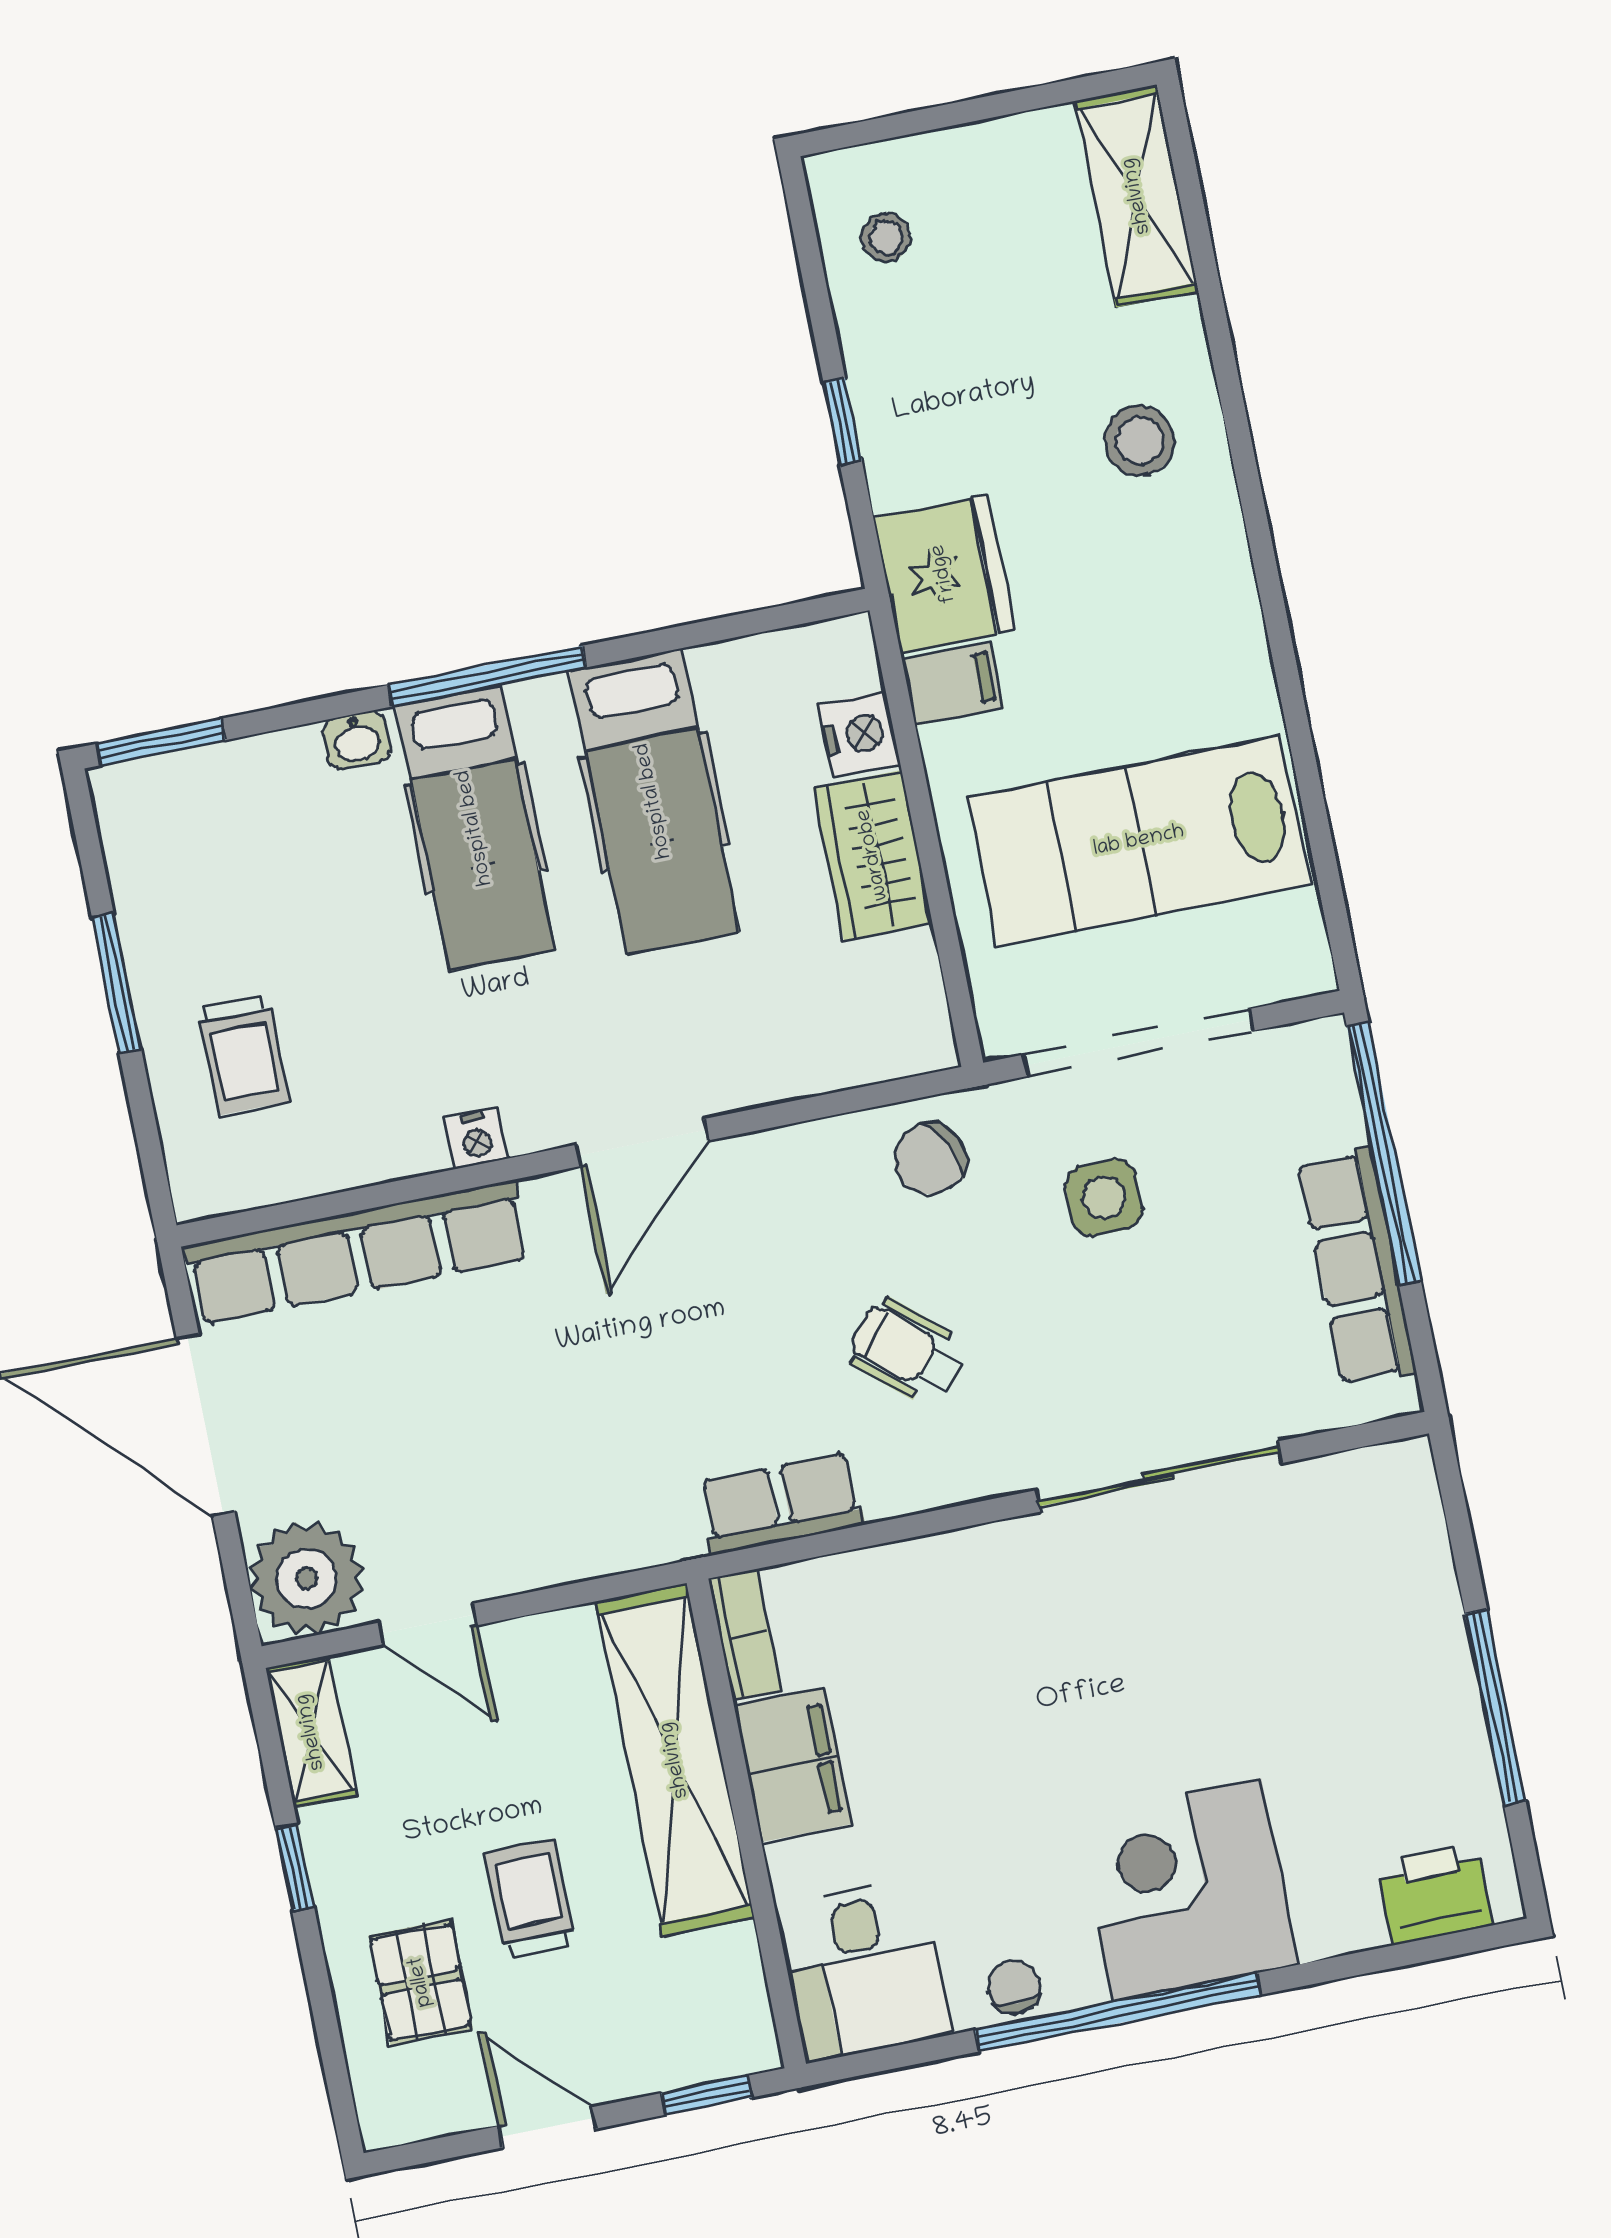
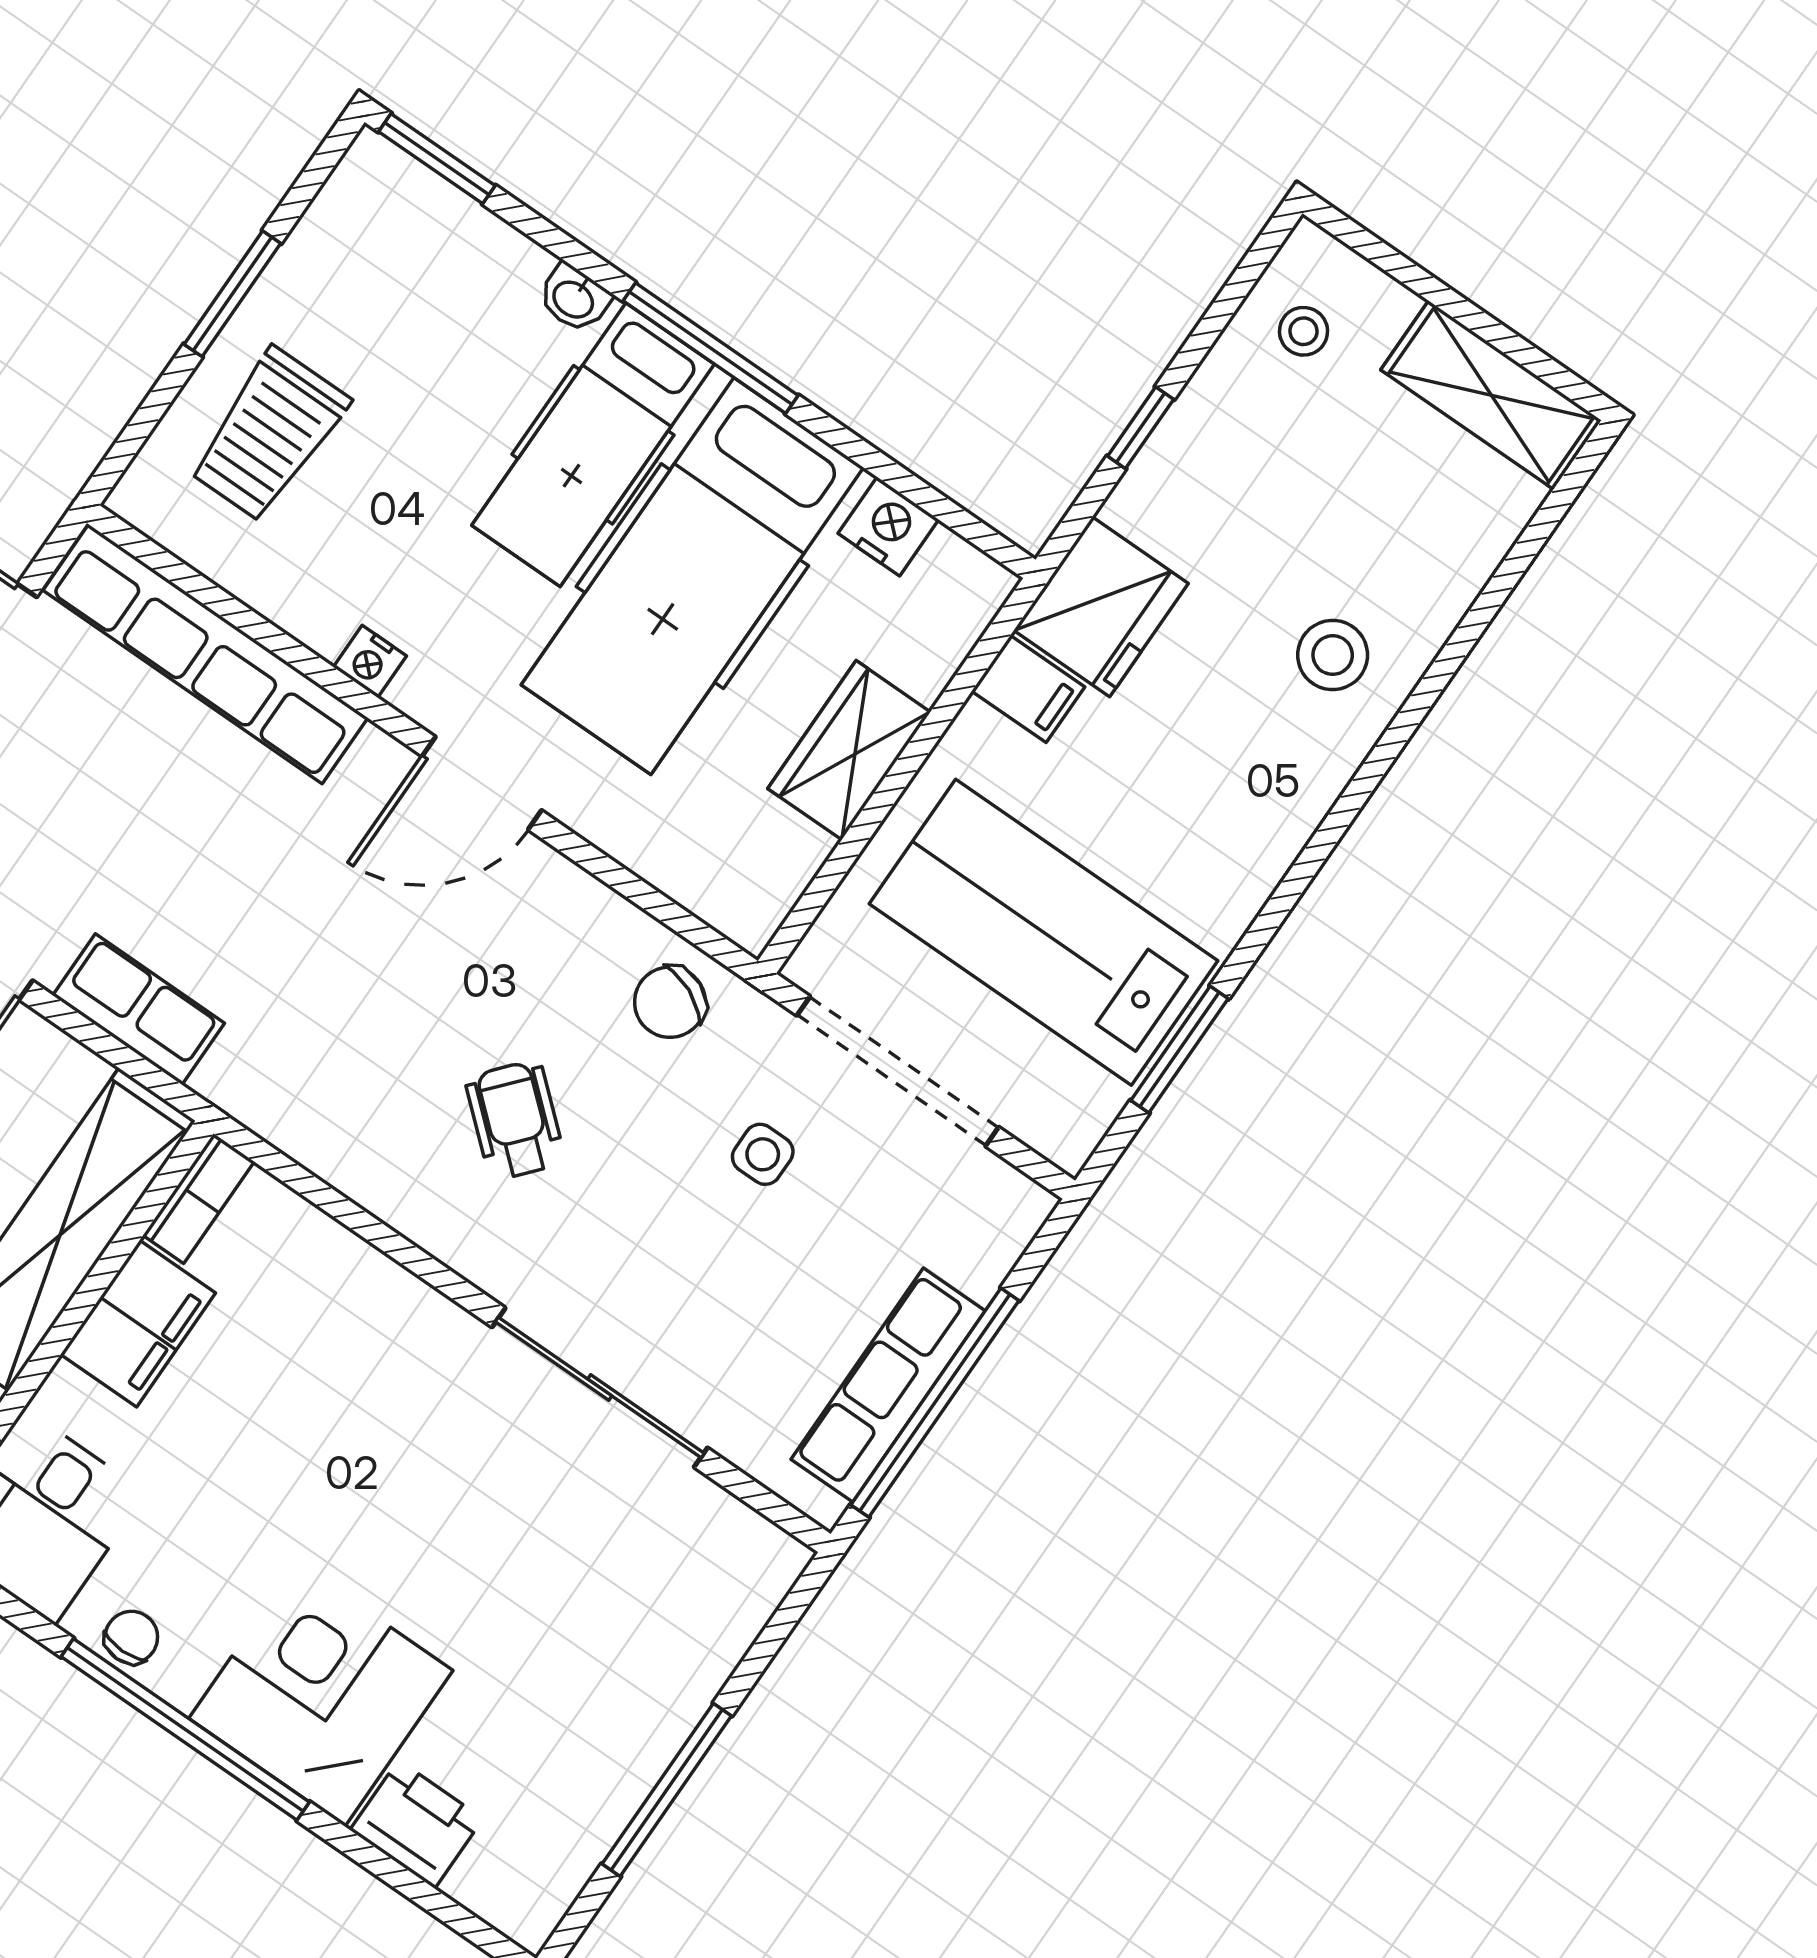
shelving: (1137, 196) -> (1491, 395), moved, turned 90
nightstand: (859, 734) -> (888, 526), moved, turned -90
hospital bed: (654, 801) -> (692, 576), width x1.37, depth x1.29
window: (1317, 825) -> (1179, 1049), added
trolley: (243, 1054) -> (269, 435), width x1.36, depth x1.39
window: (1384, 1154) -> (935, 1403), moved
chair: (930, 1159) -> (670, 1002), turned -41
side table: (1104, 1198) -> (763, 1154), width x0.73, depth x0.73
row of seats: (781, 1503) -> (139, 1009), moved
printer: (1435, 1894) -> (417, 1824), moved

